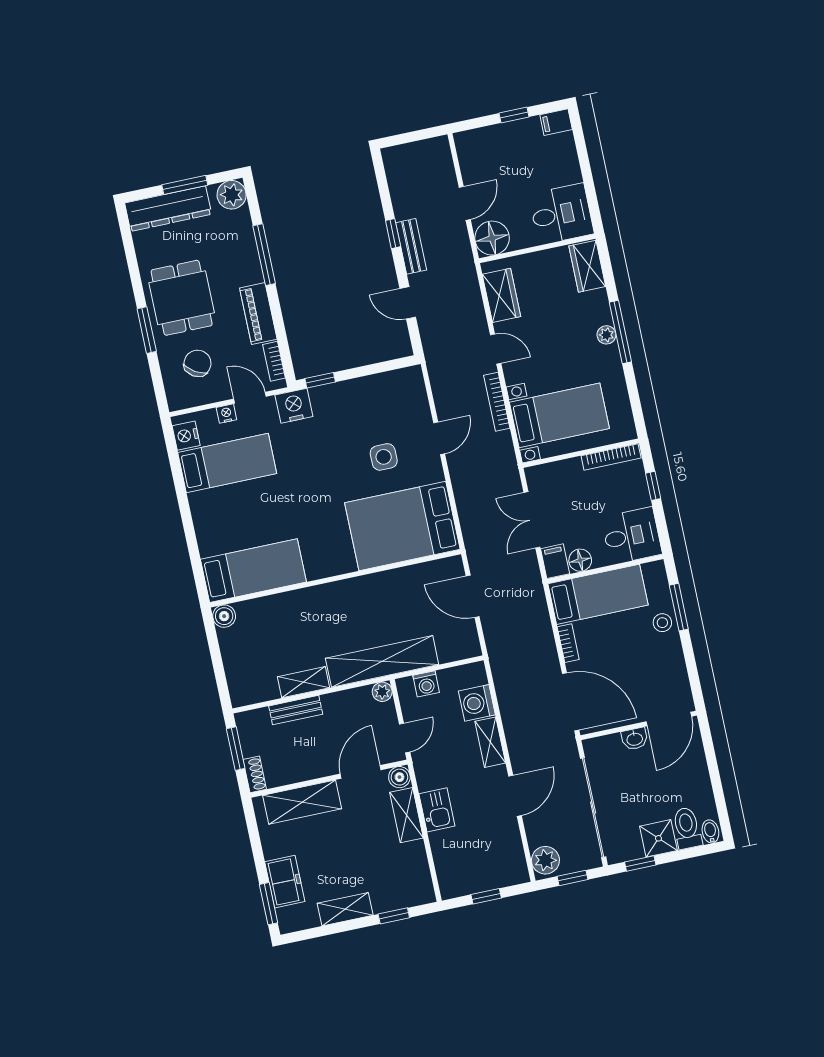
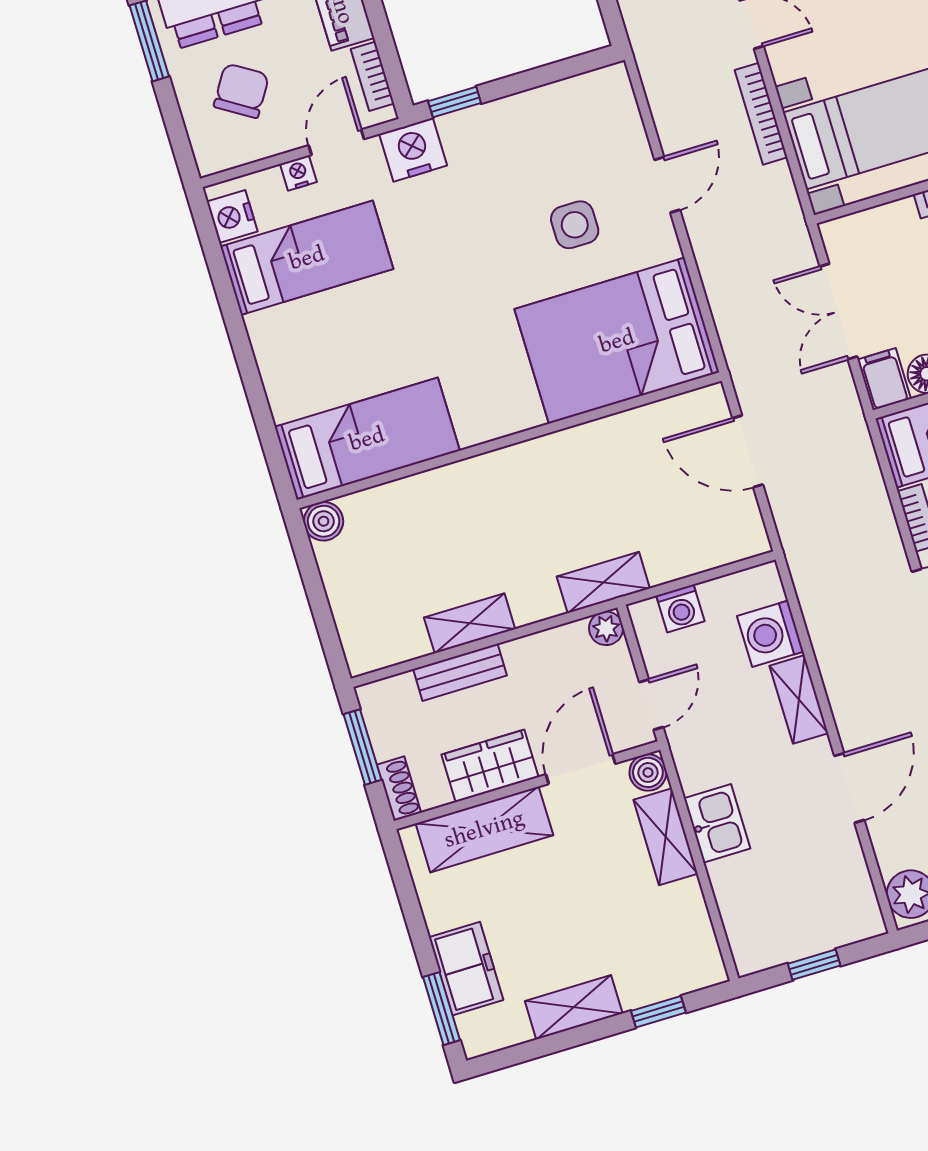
door: (250, 398) -> (336, 142), hinge flipped
shelving: (382, 661) -> (603, 582), width x0.45, depth x0.75
wardrobe: (308, 766) -> (490, 766), added

